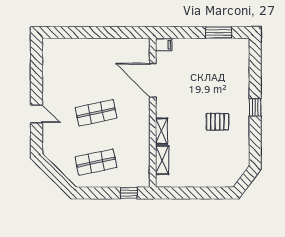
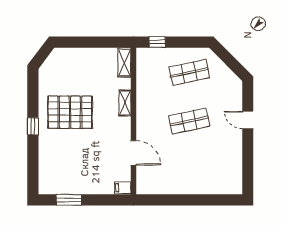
door: (153, 80) -> (134, 153), width x0.73
pallet: (217, 122) -> (70, 112), width x2.05, depth x2.00
shelving: (162, 160) -> (124, 62), moved

